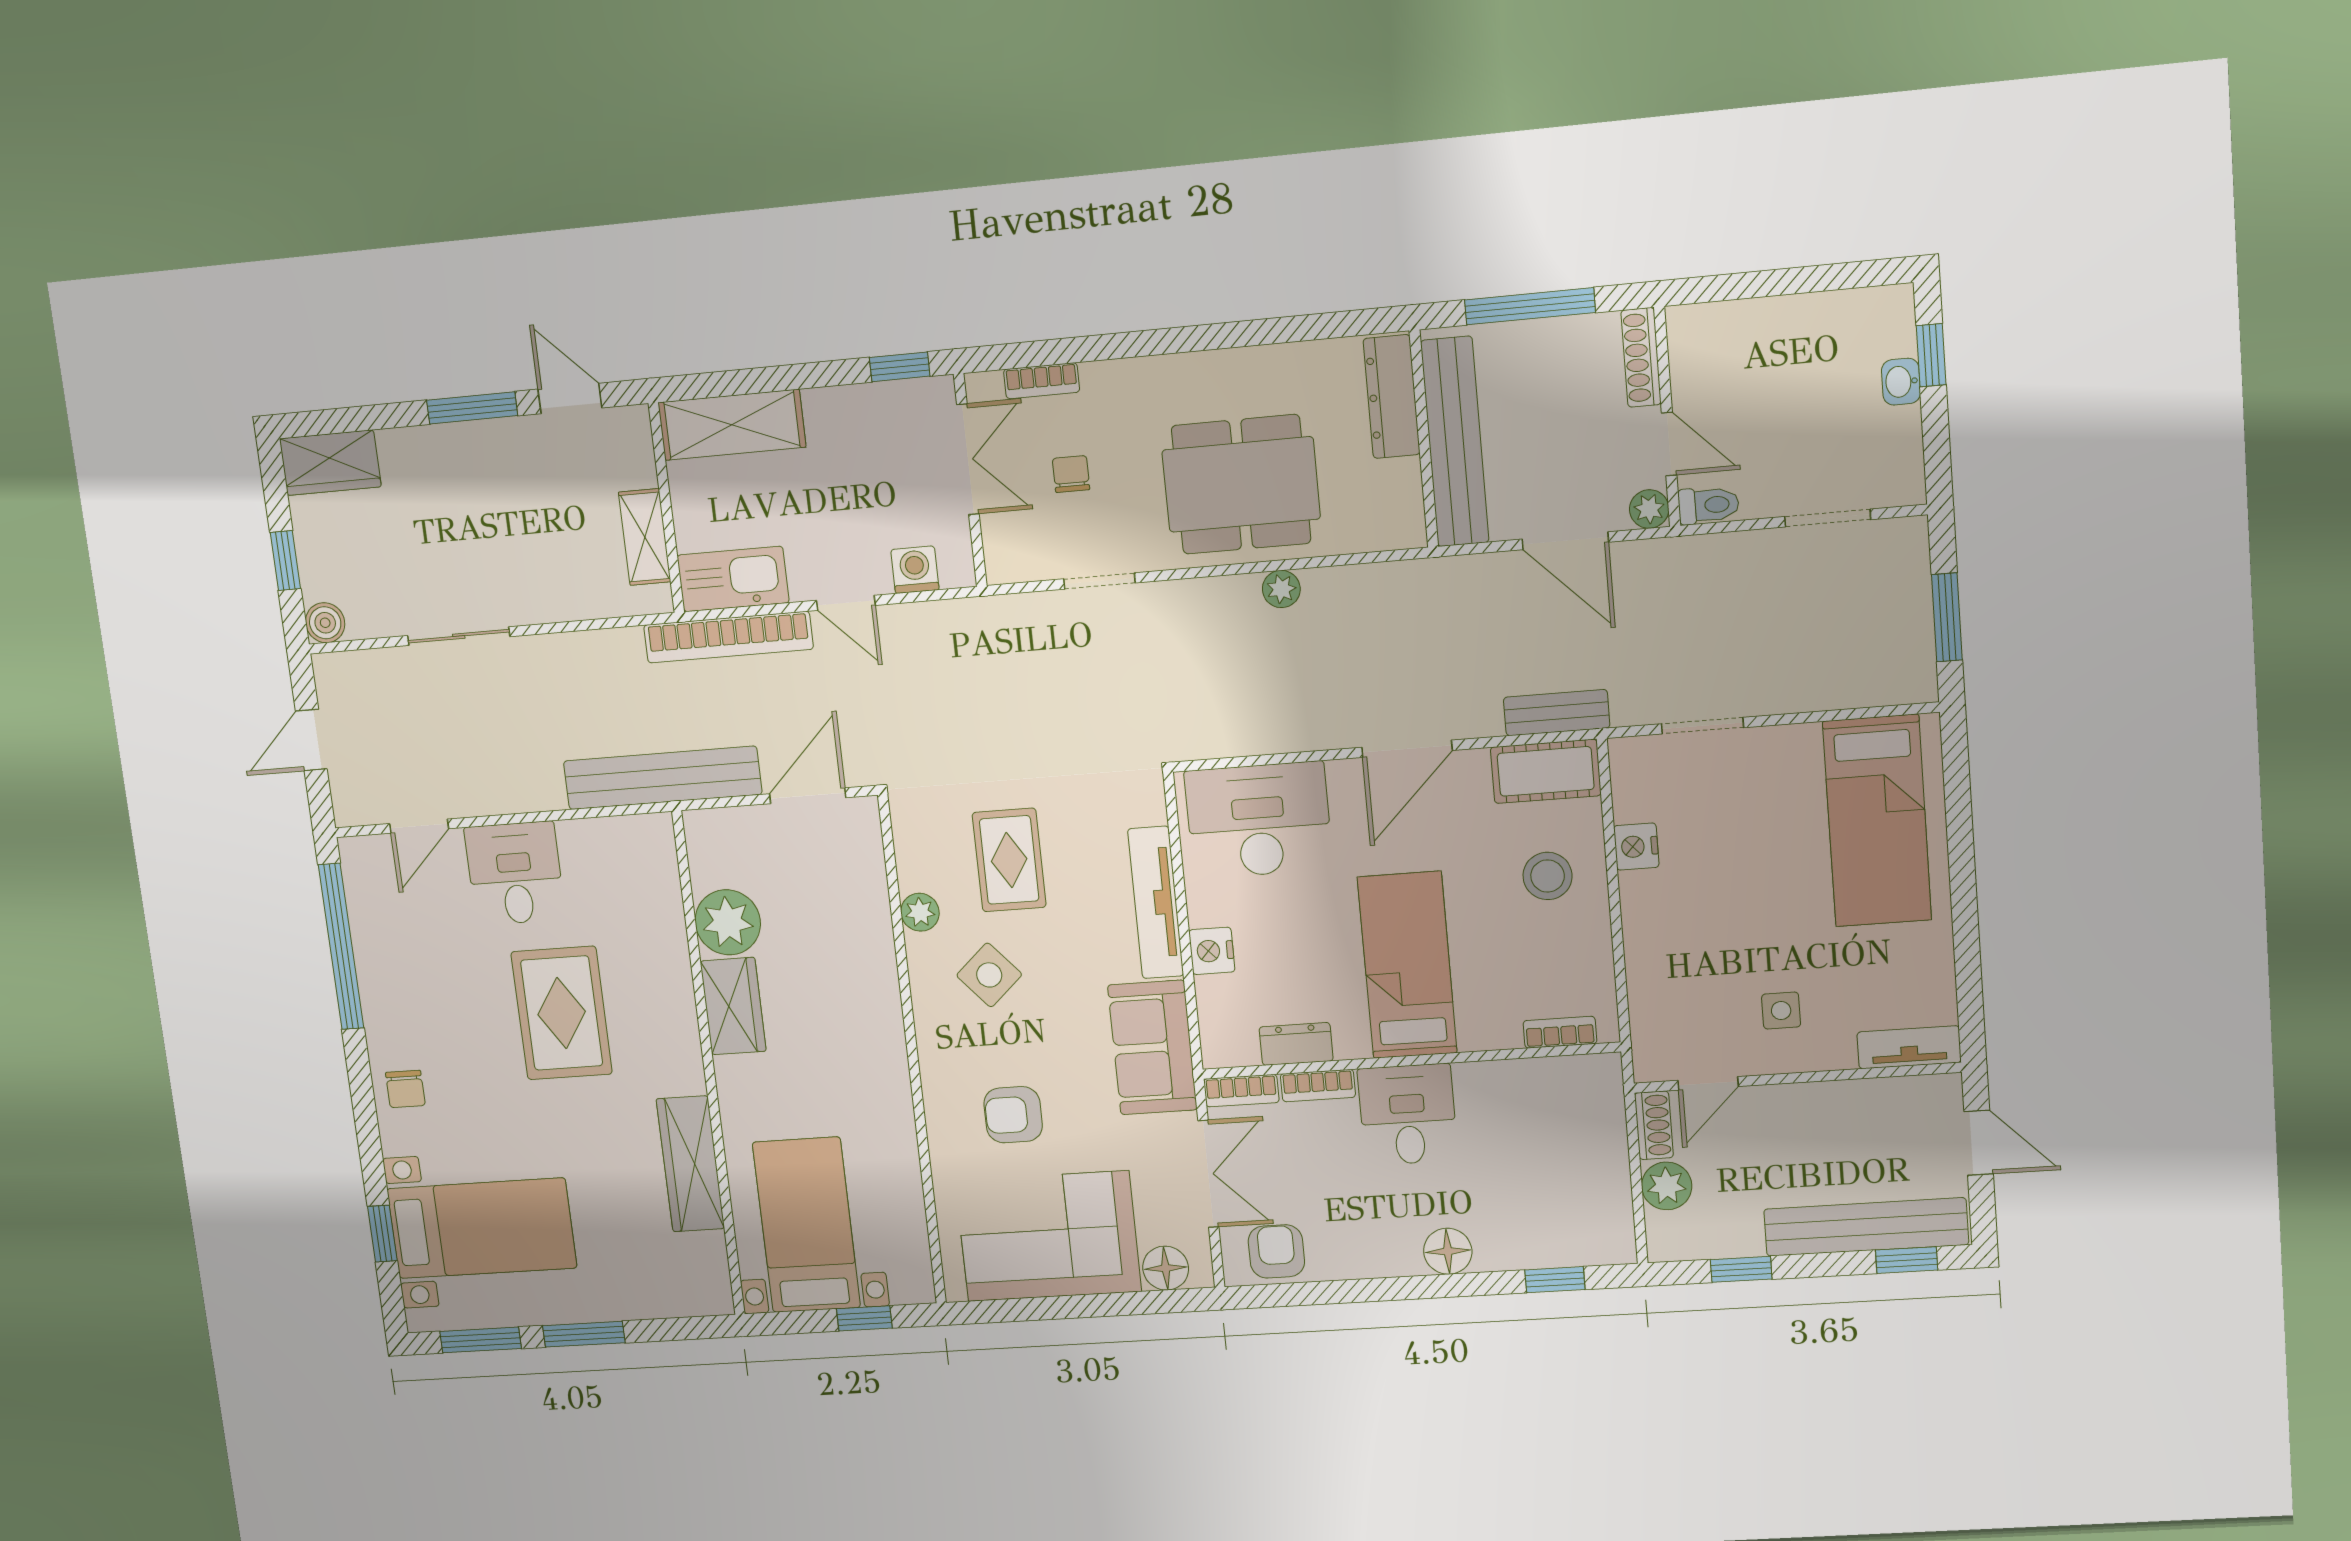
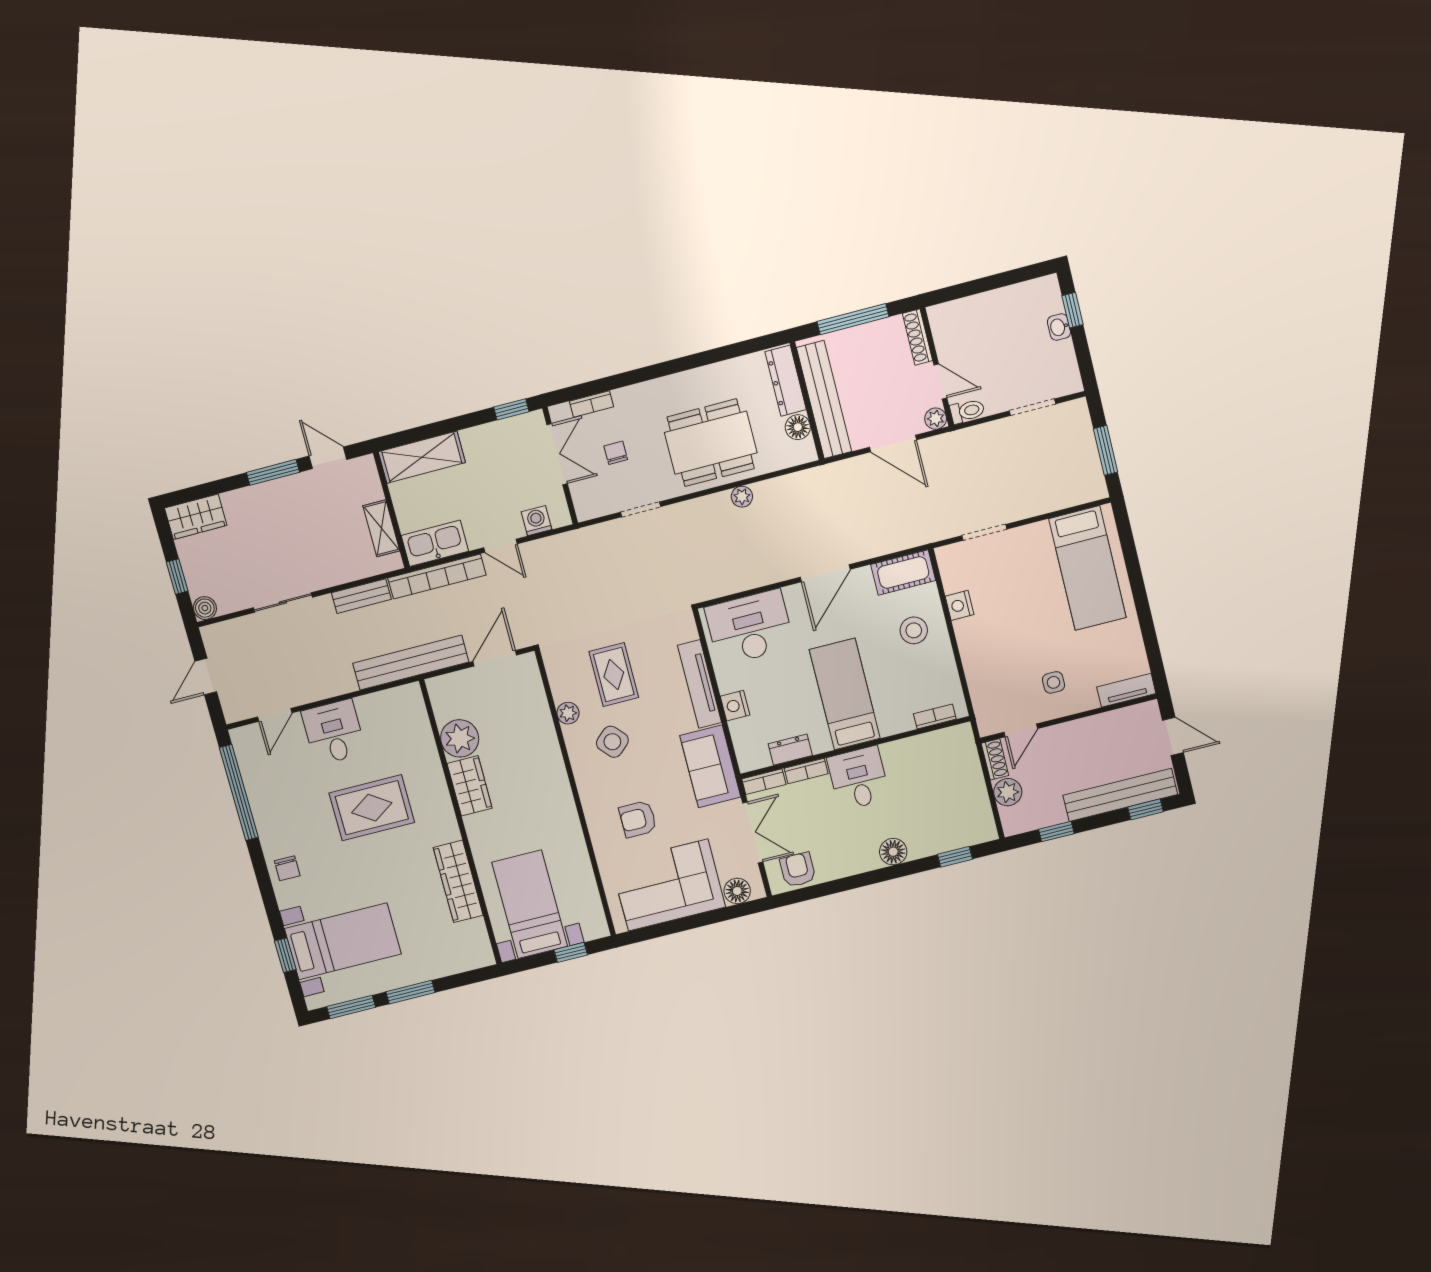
floor lamp: (1400, 483) -> (798, 427), added
bench: (1557, 713) -> (361, 596), moved
rug: (562, 1013) -> (372, 808), turned 90

